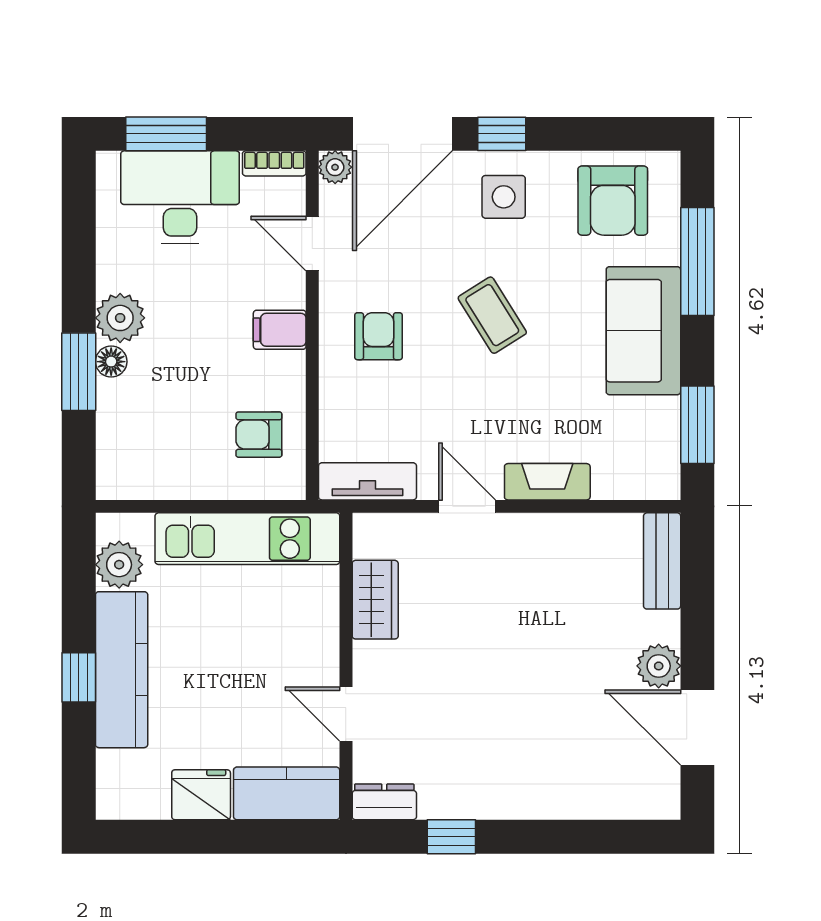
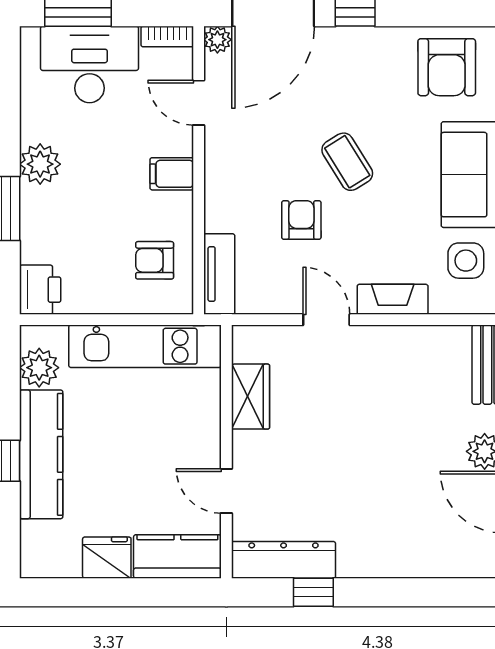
side table: (504, 197) -> (466, 261), moved
armchair: (378, 336) -> (301, 220), moved
floor lamp: (111, 362) -> (33, 200), removed
printer: (120, 470) -> (40, 290), added
tv unit: (367, 481) -> (219, 274), moved, turned 90
dresser: (384, 802) -> (284, 560), width x1.96, depth x1.24

